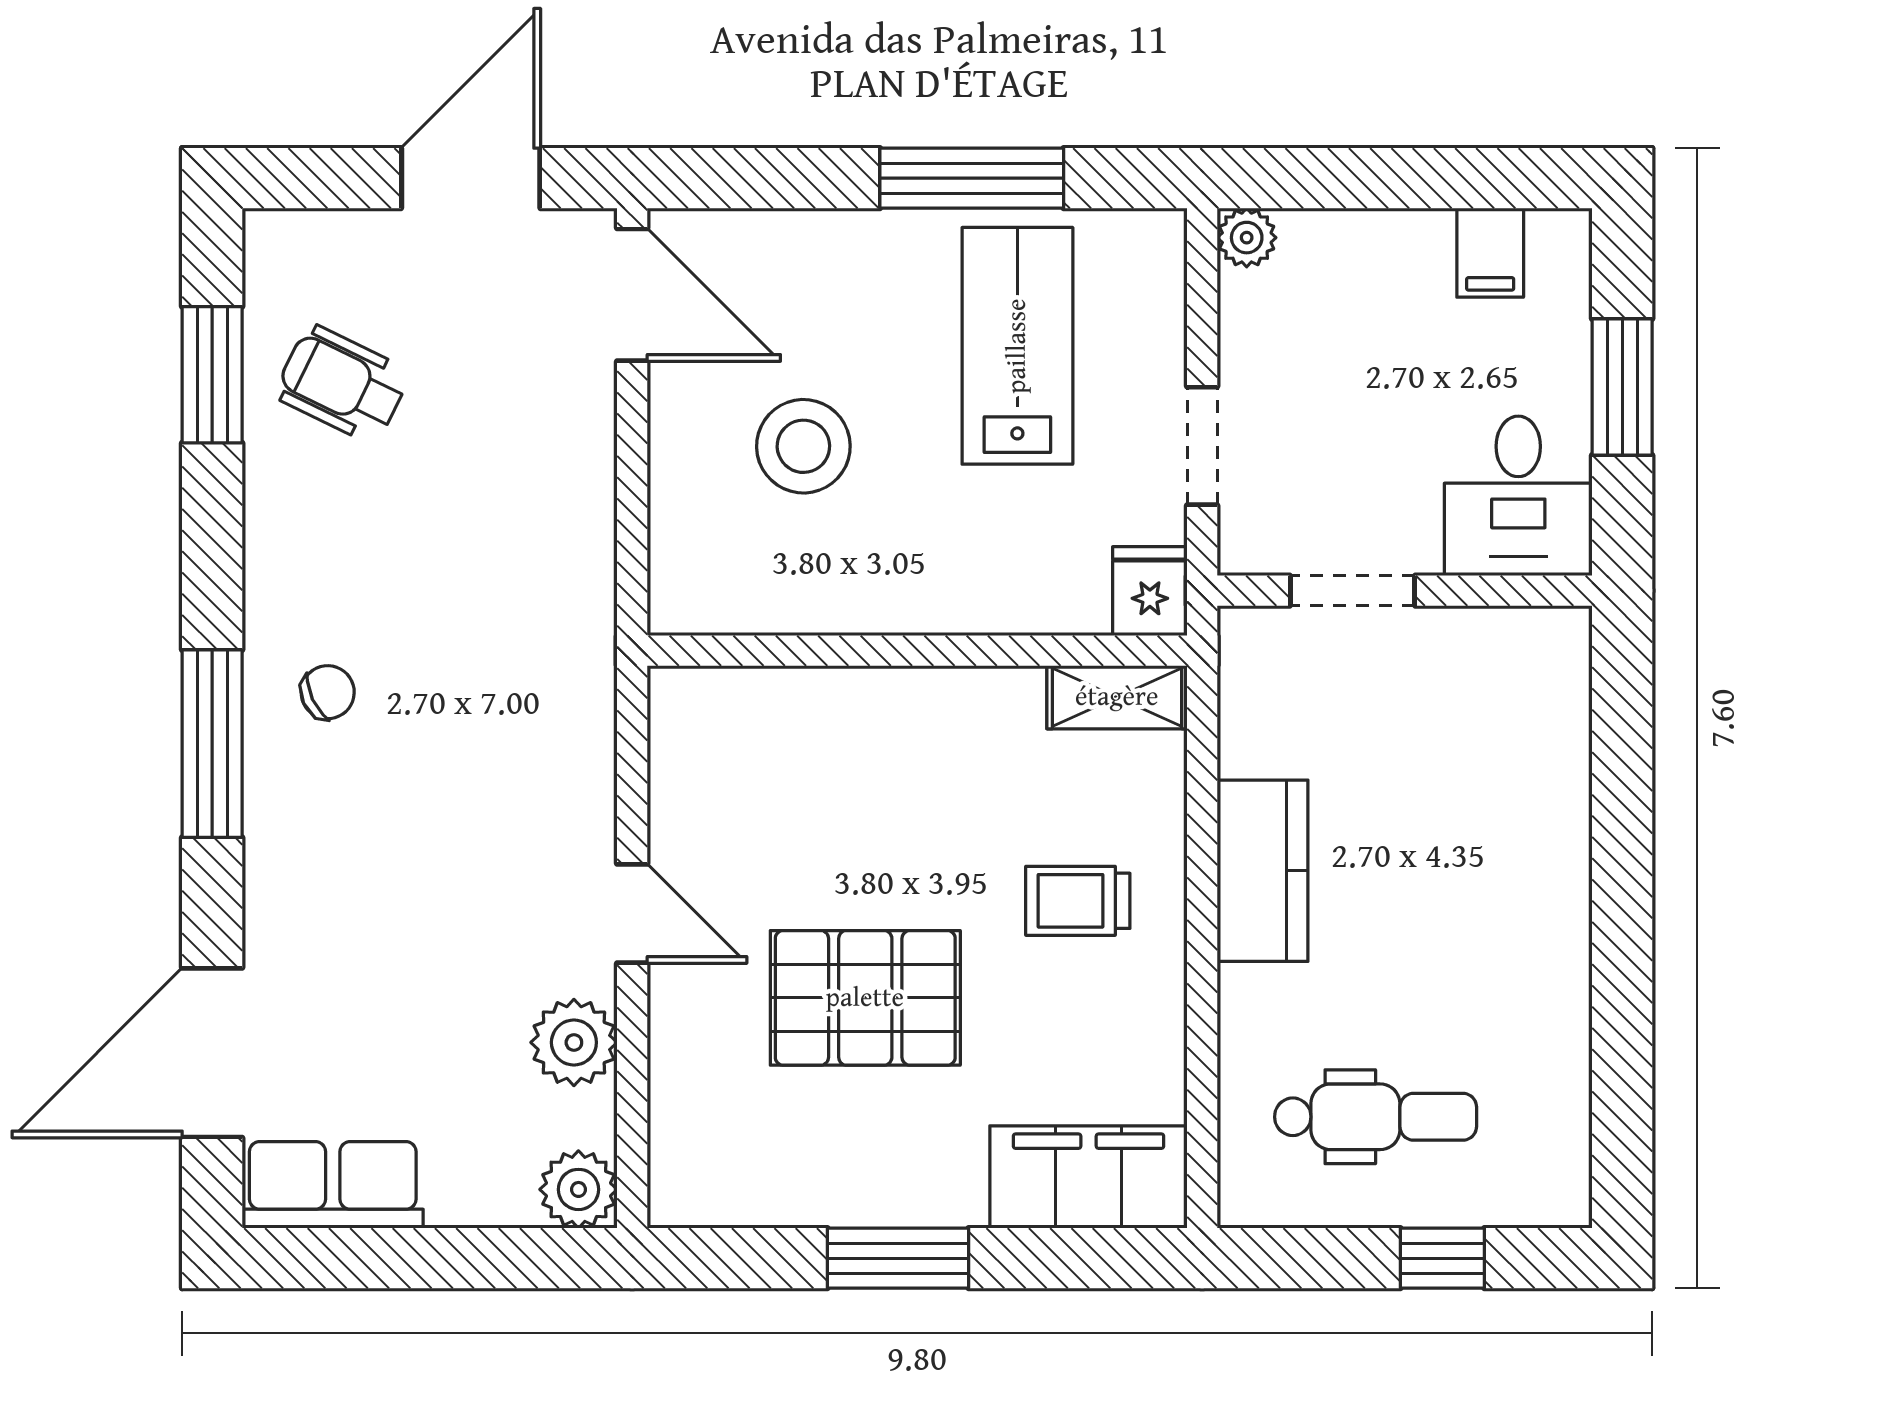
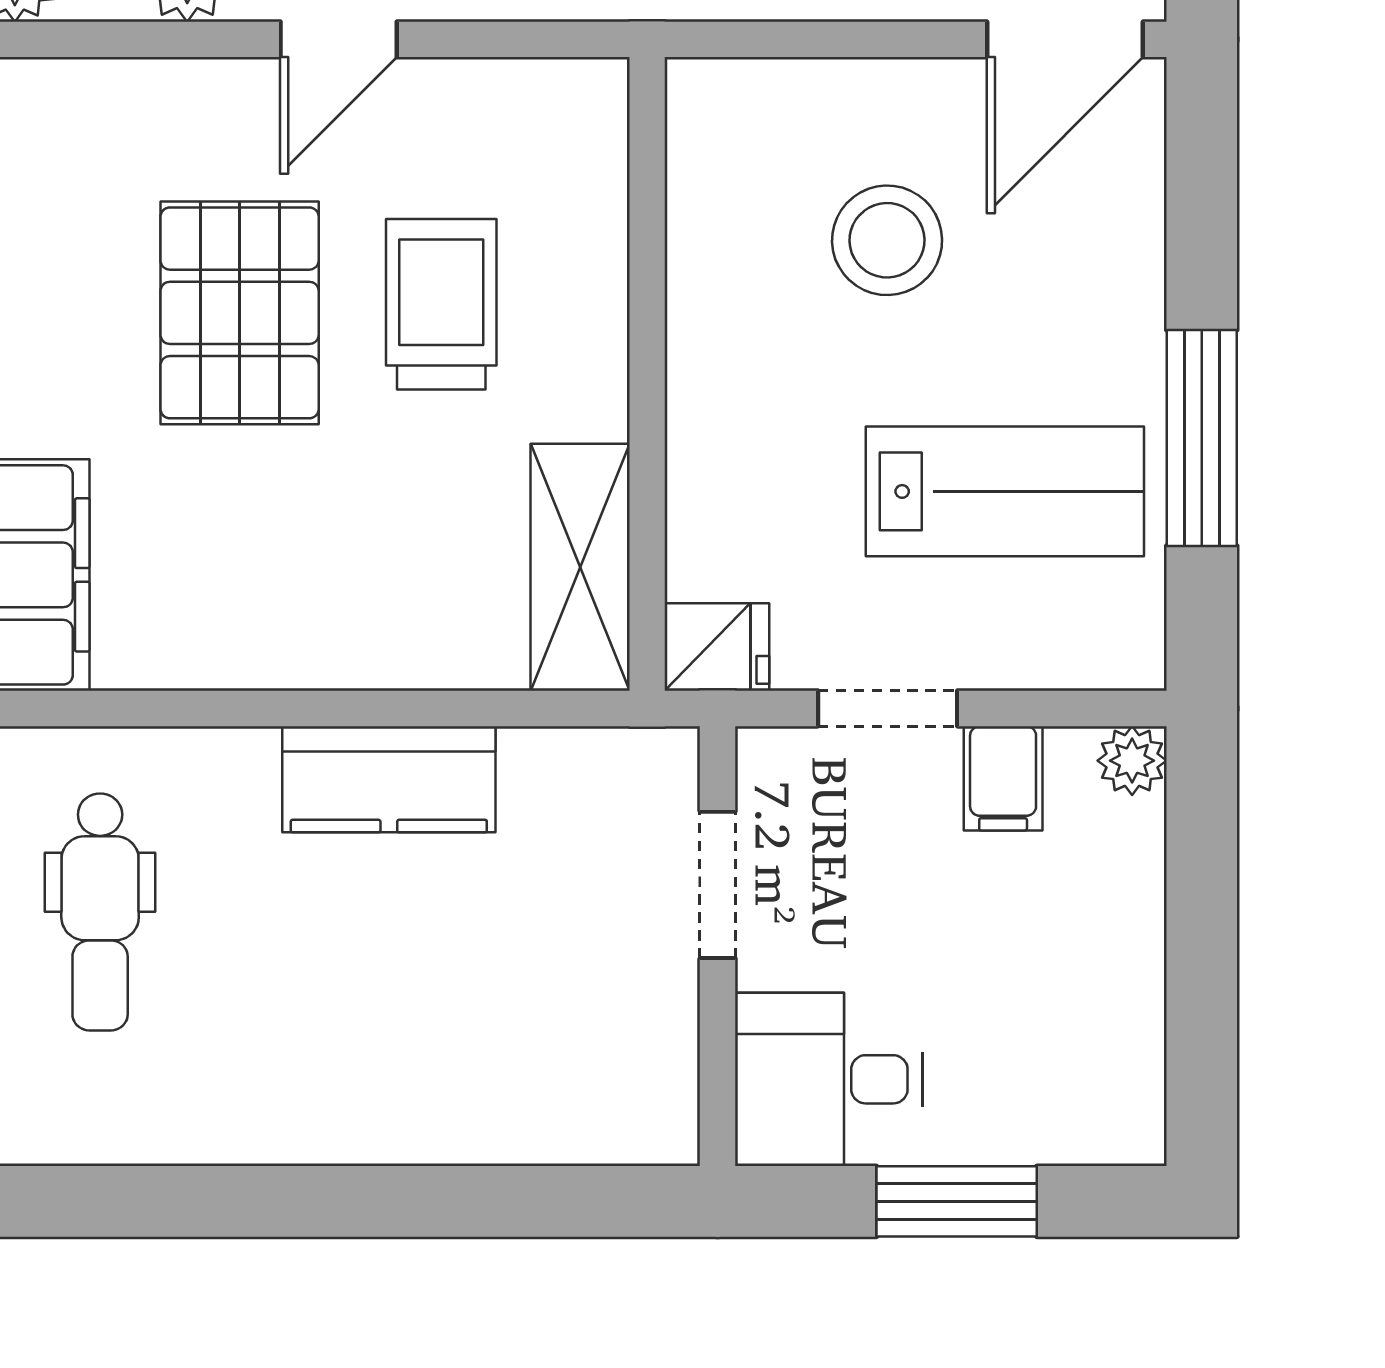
filing cabinet: (1490, 253) -> (1003, 778), moved, turned -90
shelving: (1117, 697) -> (580, 567), width x1.50, depth x1.33
trolley: (1078, 901) -> (441, 304), moved, width x1.36, depth x1.39

